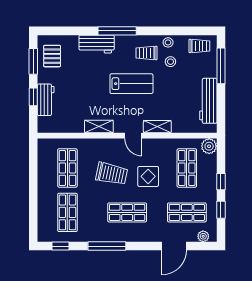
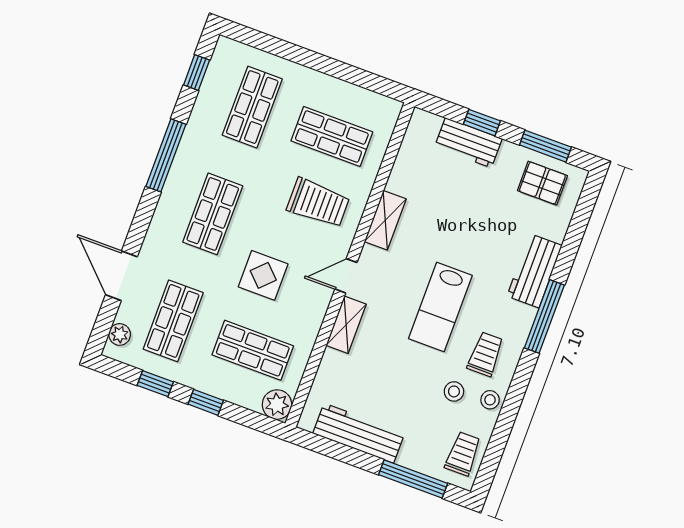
trolley: (199, 46) -> (463, 454), turned 180
trolley: (112, 174) -> (318, 203), moved, turned -102
shop shelf: (67, 212) -> (252, 107), turned 90

